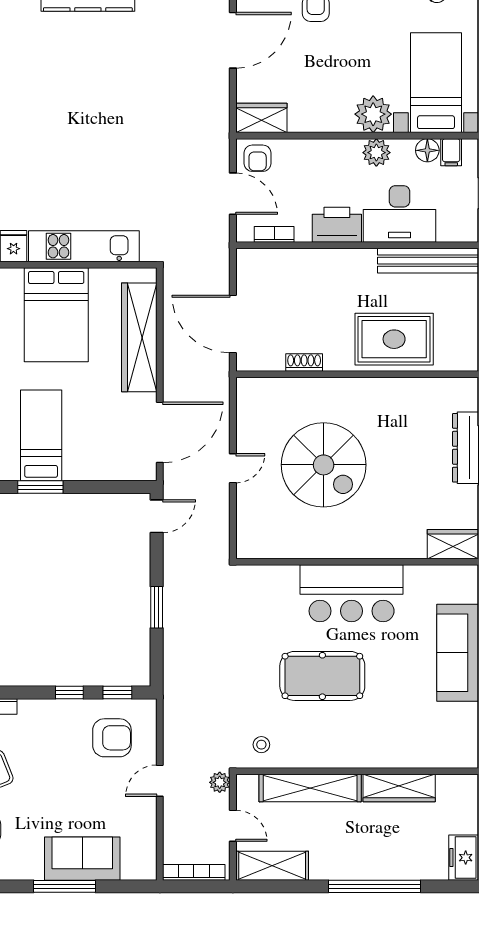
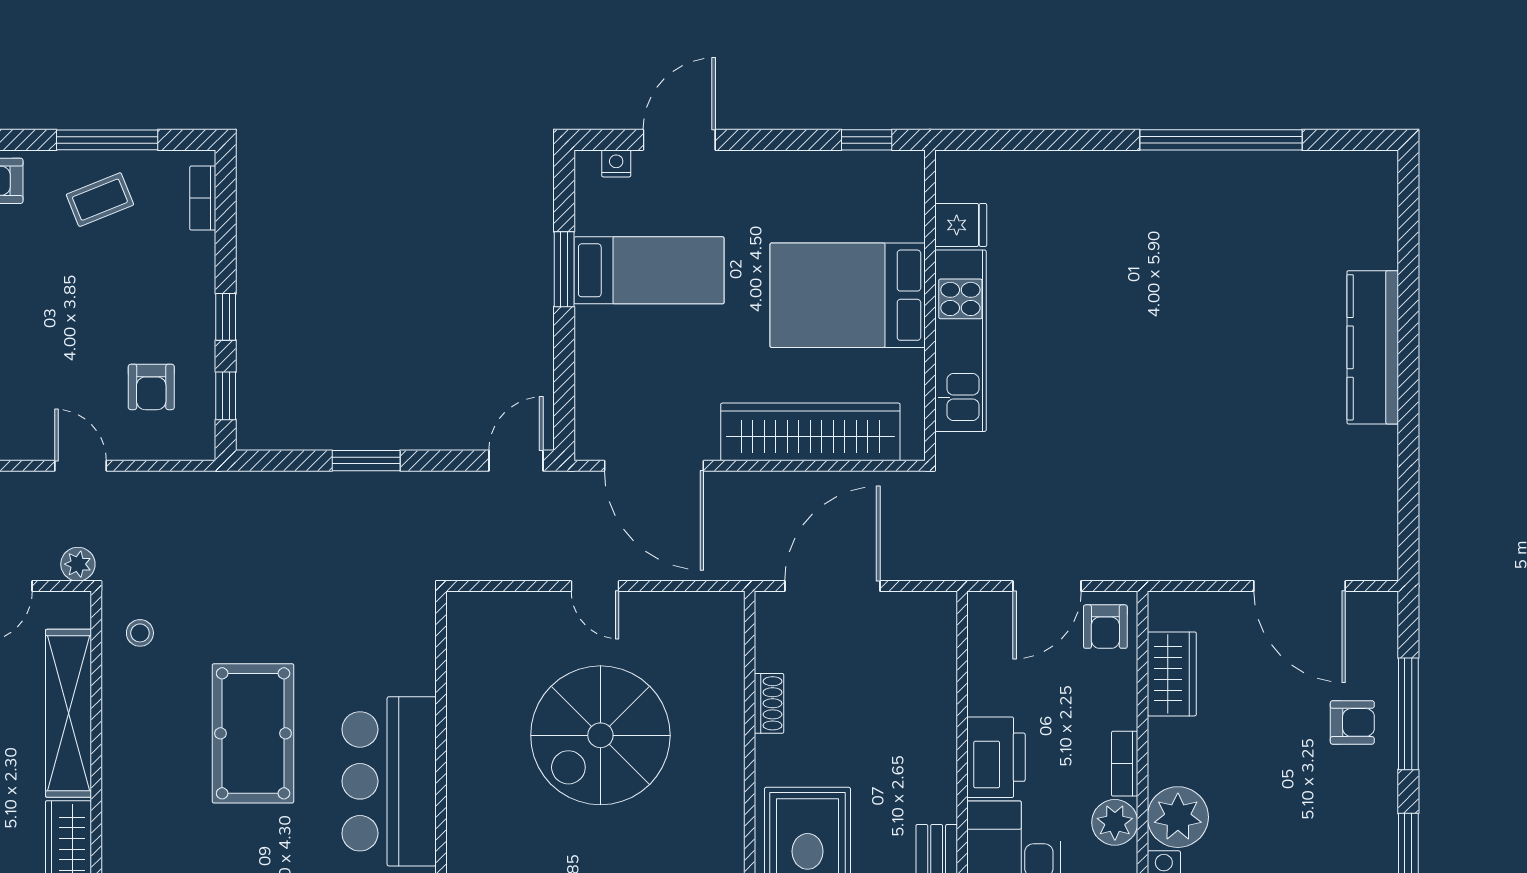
wardrobe: (261, 118) -> (1172, 674), moved
armchair: (258, 158) -> (1105, 627), turned -90
bookcase: (274, 234) -> (1125, 764), moved, turned 180
door: (157, 516) -> (516, 461), swing flipped
armchair: (112, 738) -> (151, 387), width x0.72, depth x0.72

